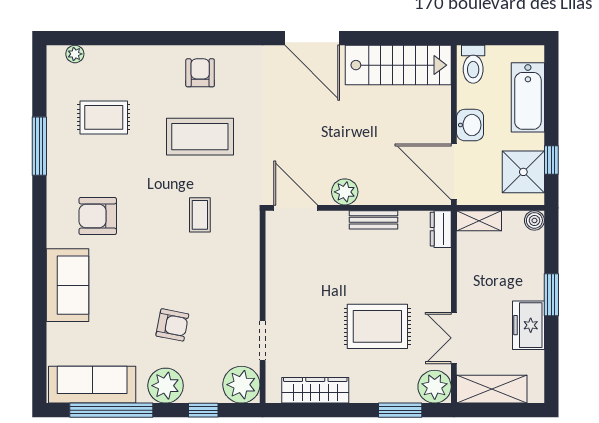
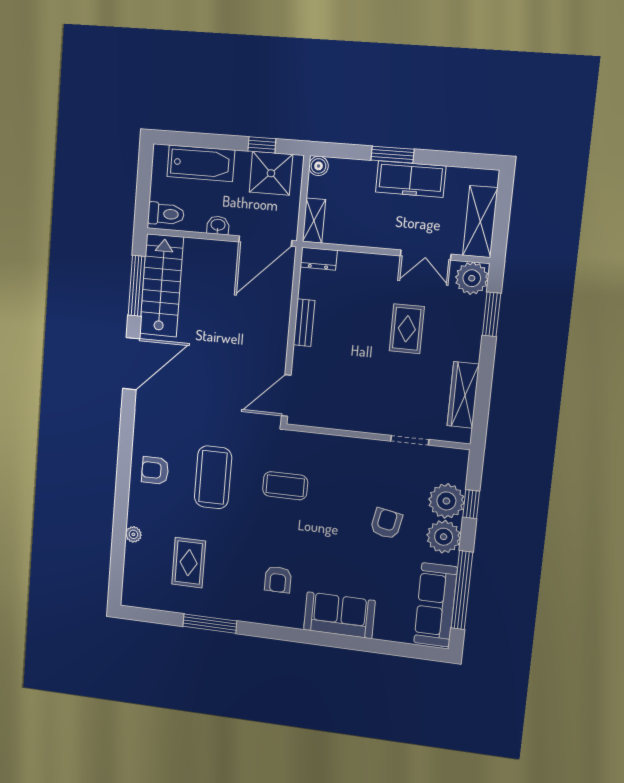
window: (395, 38) -> (137, 286), added
plant: (75, 54) -> (133, 534), moved
washbasin: (470, 125) -> (218, 225), width x0.72, depth x0.69
plant: (345, 192) -> (275, 348), removed
coffee table: (200, 215) -> (285, 486), width x1.36, depth x1.30
armchair: (98, 216) -> (278, 579), width x0.72, depth x0.72
freezer: (528, 325) -> (411, 179), width x1.40
rug: (377, 326) -> (407, 329), width x0.73, depth x0.70
plant: (241, 385) -> (446, 501), moved

